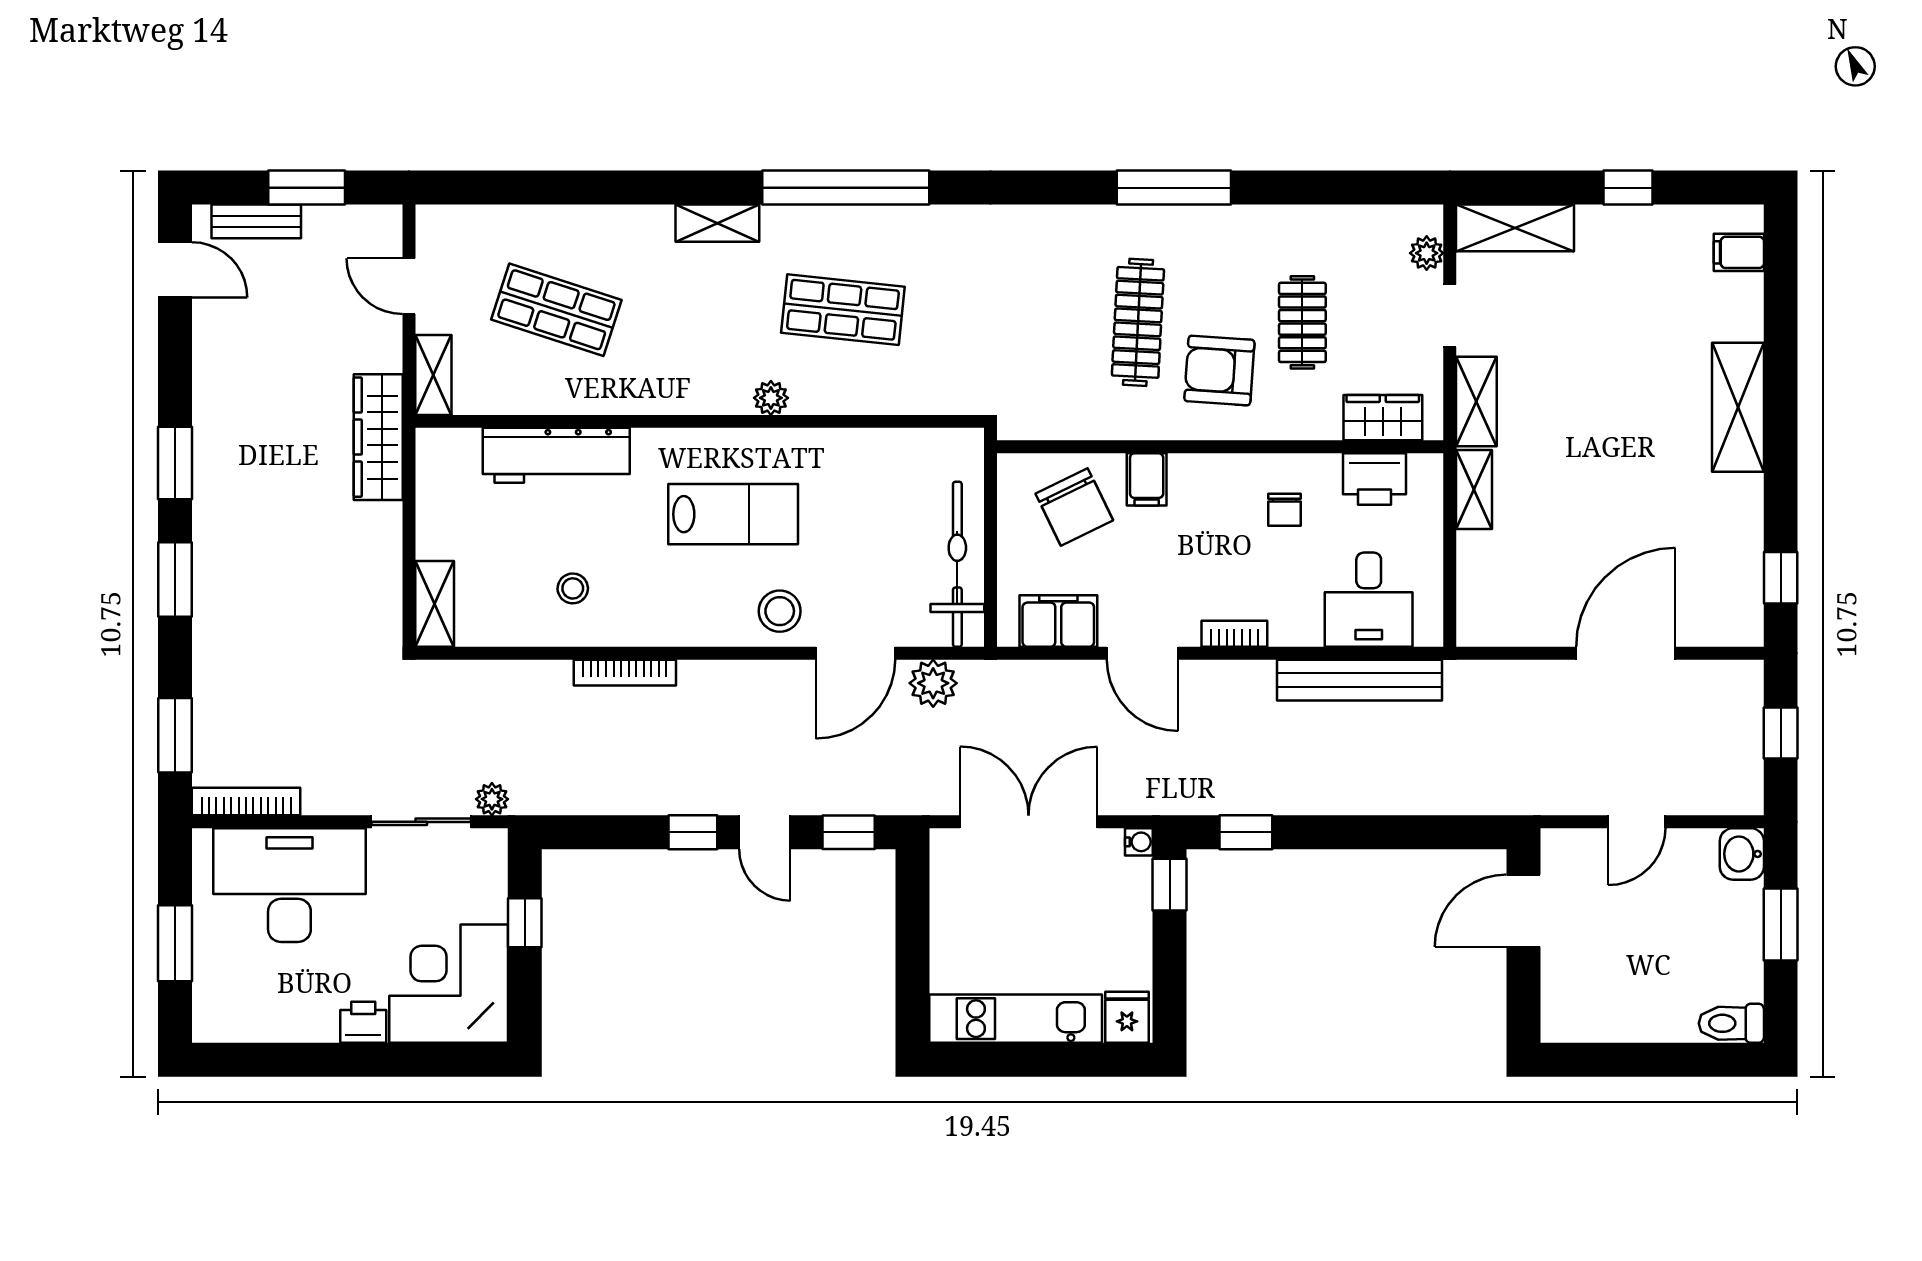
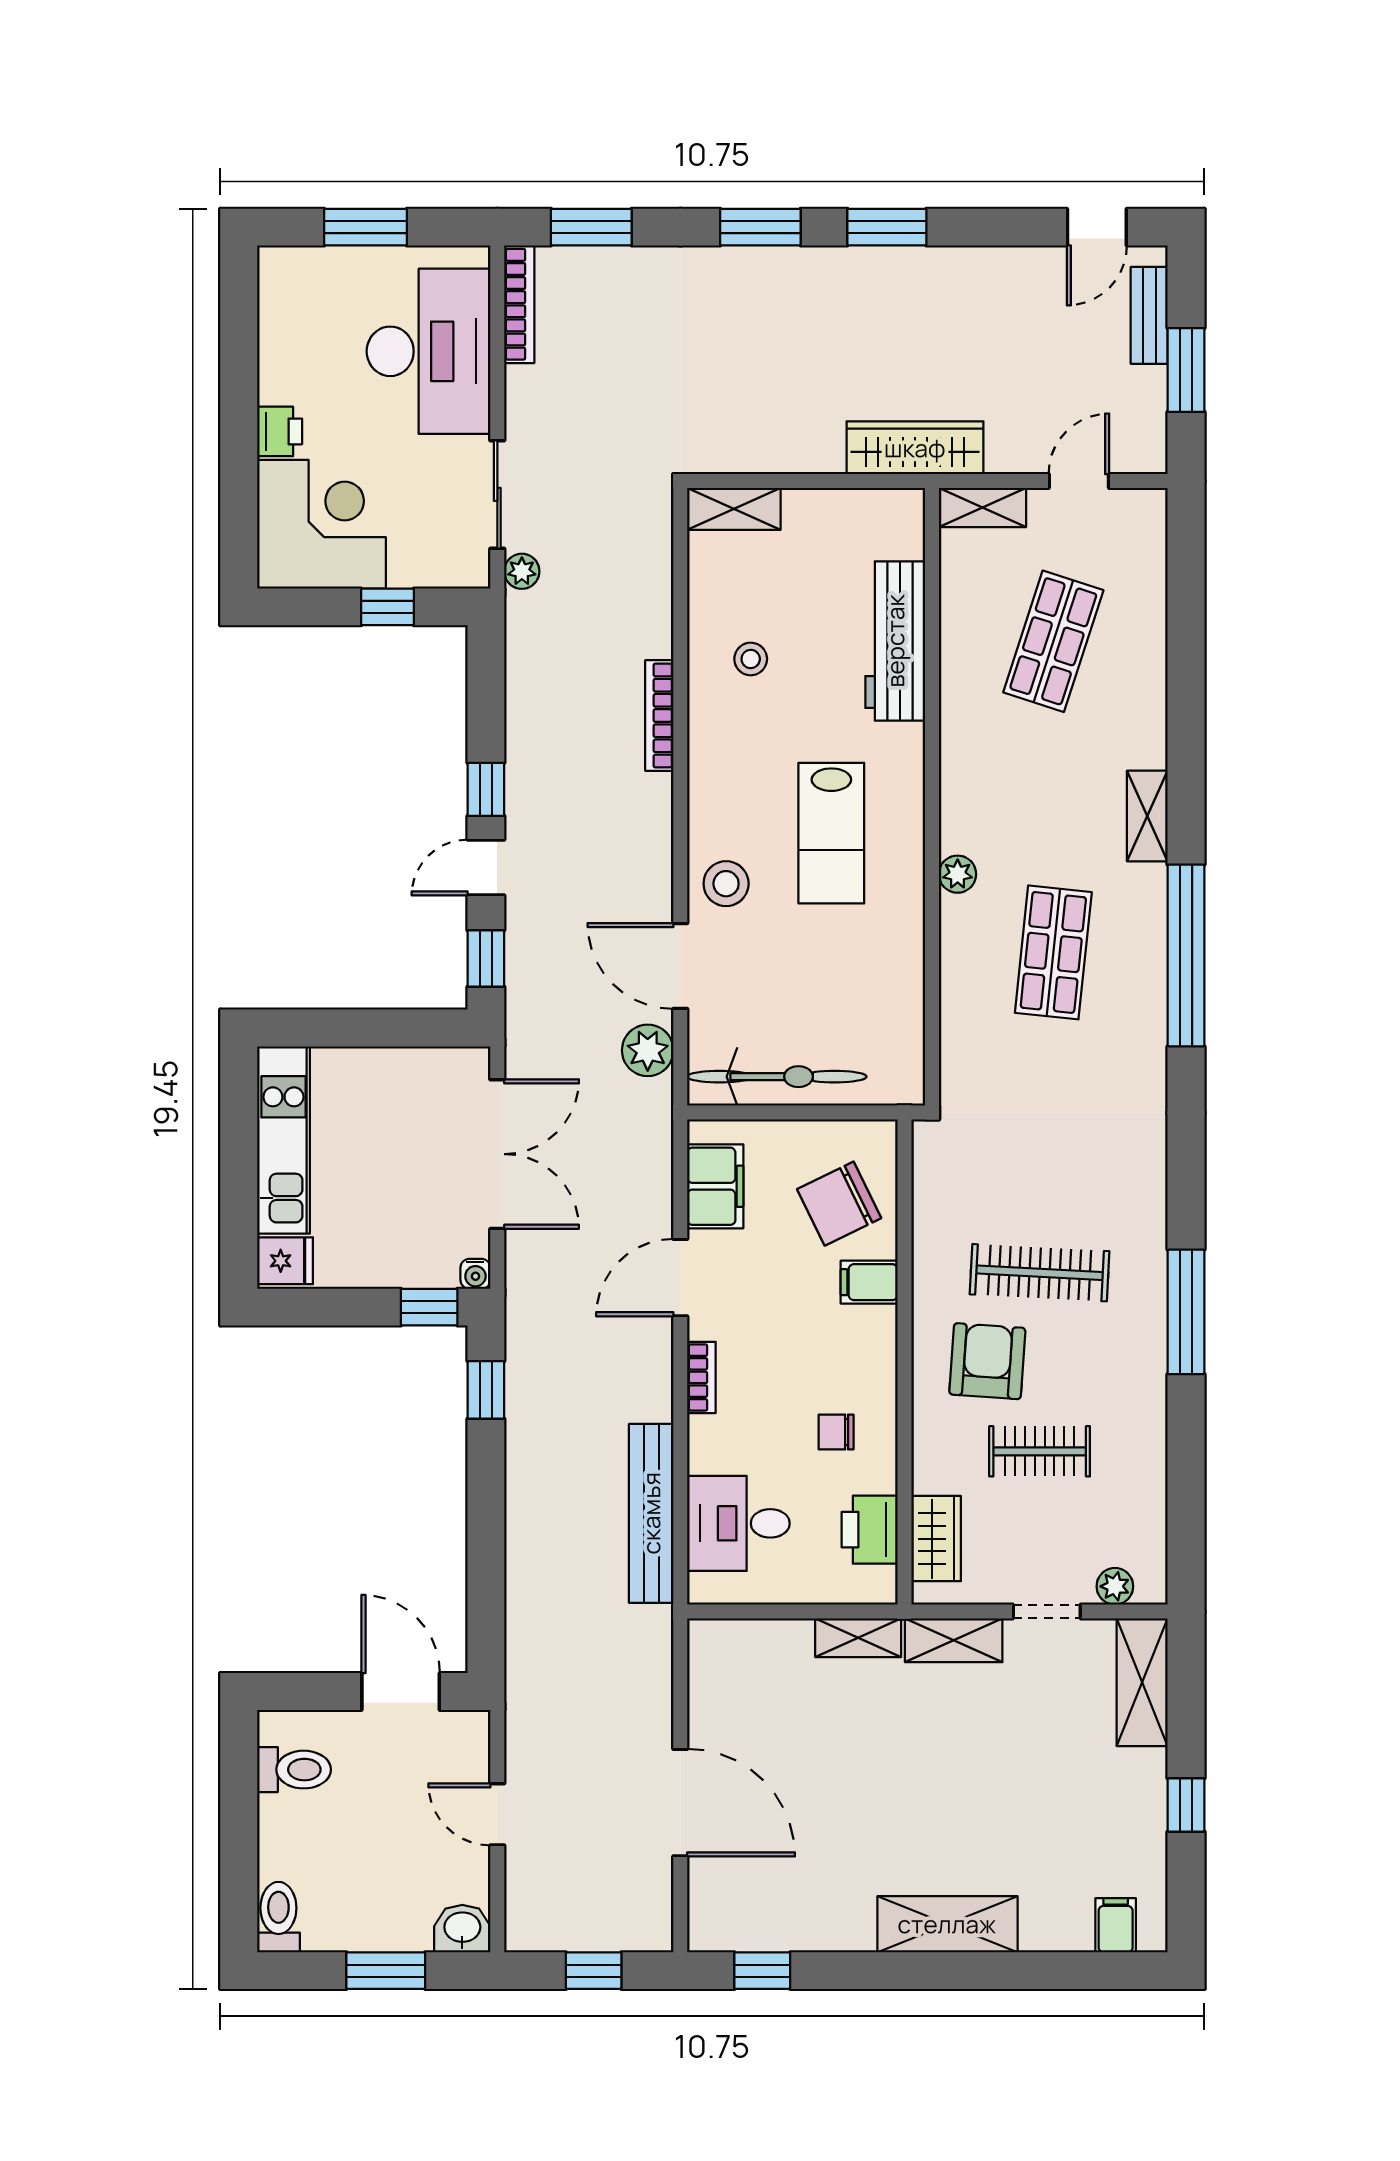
toilet: (1595, 1009) -> (294, 1770), added

